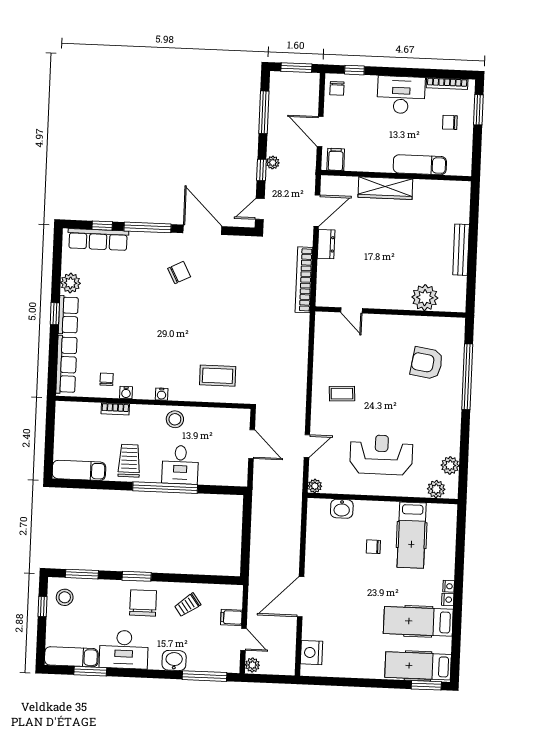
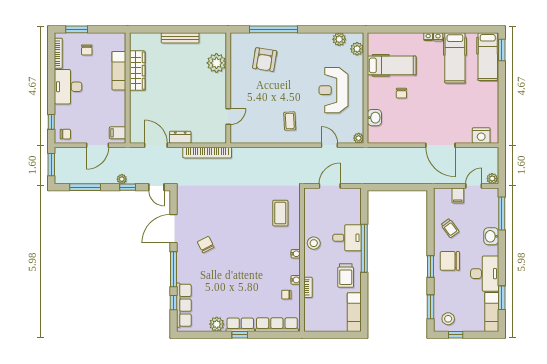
wardrobe: (385, 188) -> (137, 71), moved
trolley: (129, 461) -> (346, 276), turned -90

